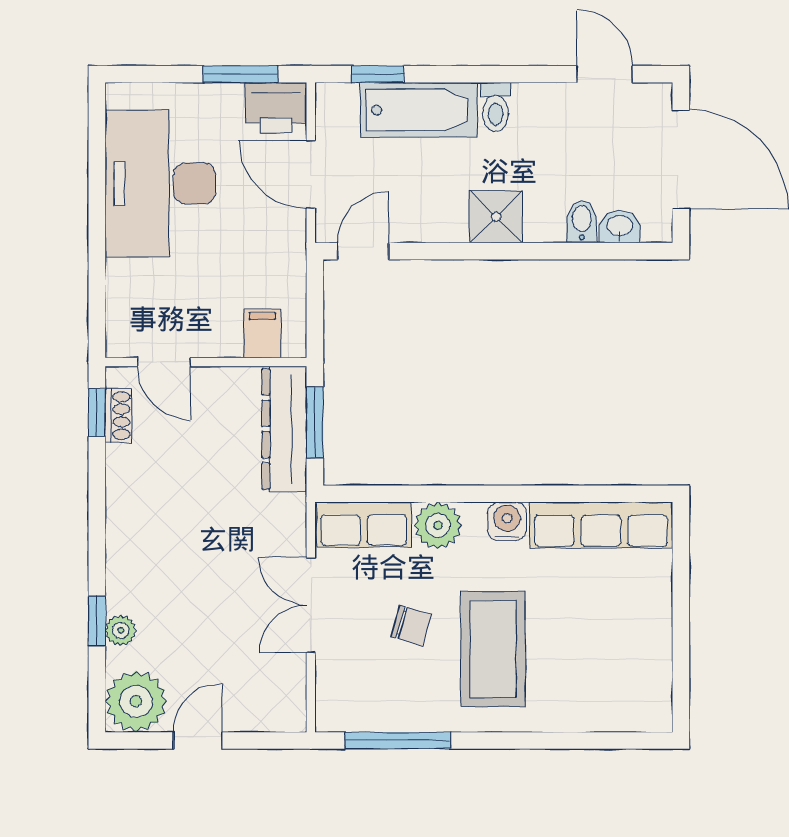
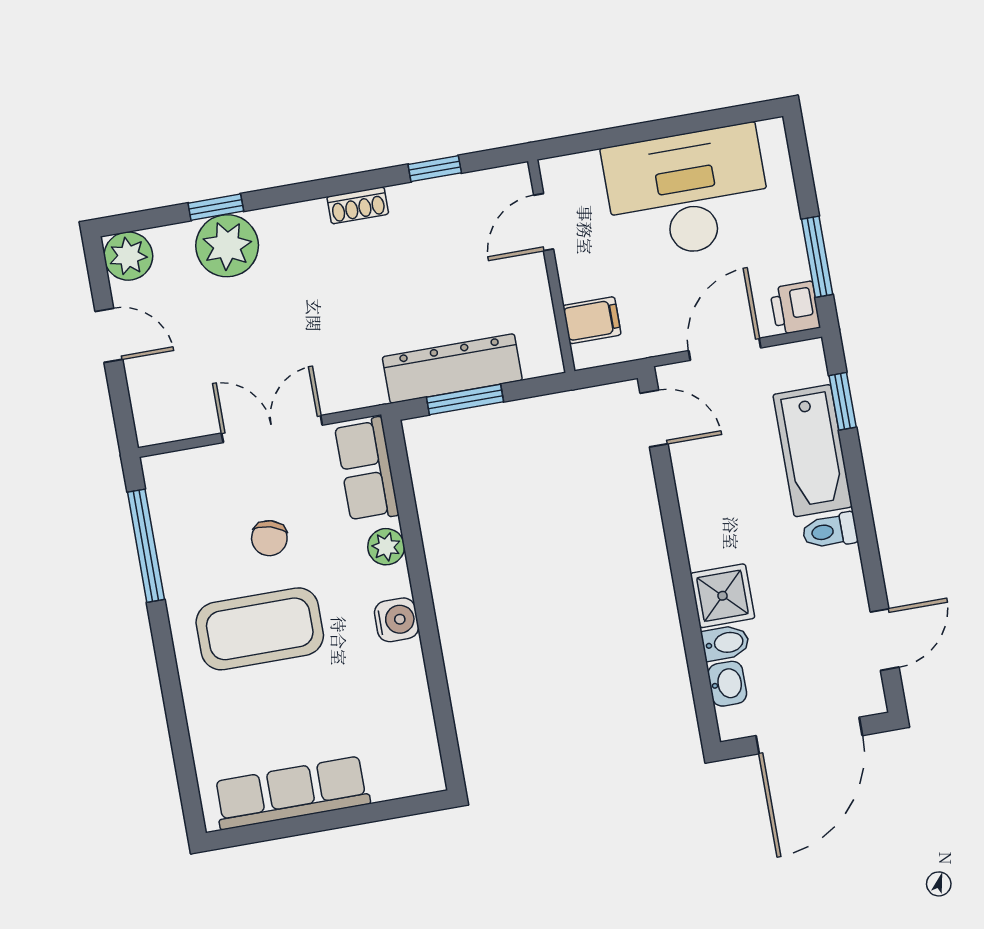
printer: (276, 108) -> (795, 308), width x0.73, depth x0.81
shower: (496, 217) -> (723, 596), moved
filing cabinet: (262, 333) -> (592, 320), moved
door: (164, 362) -> (544, 222), moved
wall: (206, 362) -> (551, 266), moved
shoe rack: (118, 415) -> (358, 205), moved
plant: (438, 525) -> (386, 547), width x0.73, depth x0.73
row of seats: (601, 525) -> (292, 793), moved, turned 90
plant: (121, 630) -> (227, 246), width x1.88, depth x1.88
plant: (136, 701) -> (128, 256), width x0.73, depth x0.73

